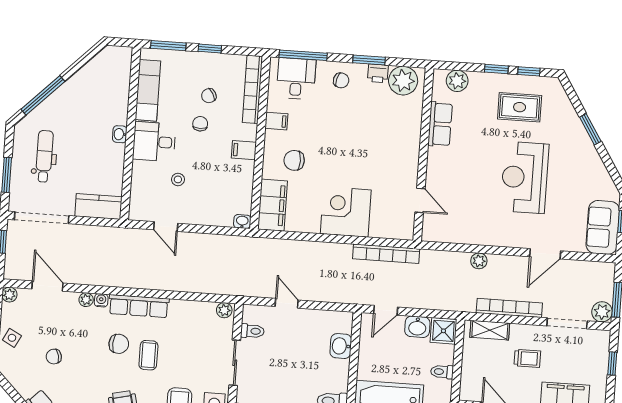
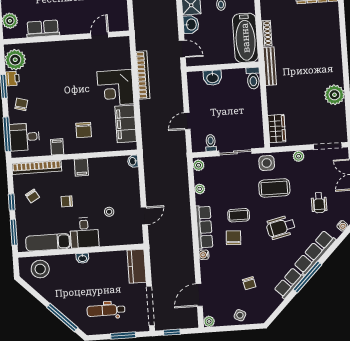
stool: (113, 75) -> (40, 269), added
chair: (209, 96) -> (32, 196), moved
filing cabinet: (272, 205) -> (126, 124), moved, turned -90
bookcase: (386, 254) -> (143, 75), moved
plant: (86, 300) -> (200, 189), moved

